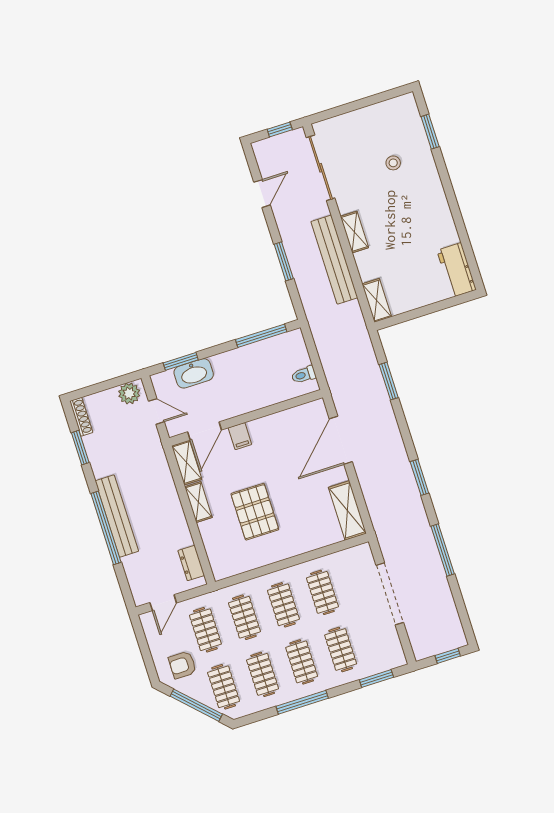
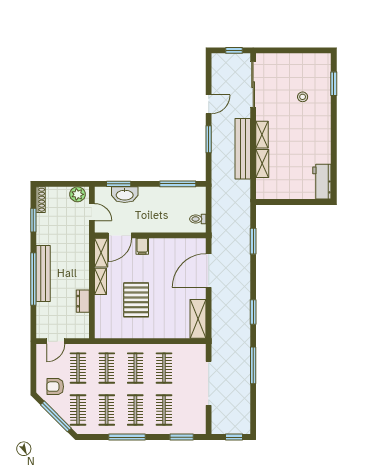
door: (262, 194) -> (209, 104), moved
shelving: (377, 300) -> (262, 163), moved
dresser: (191, 563) -> (83, 301), moved

